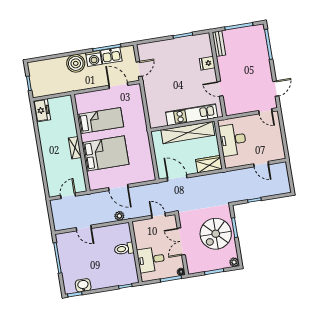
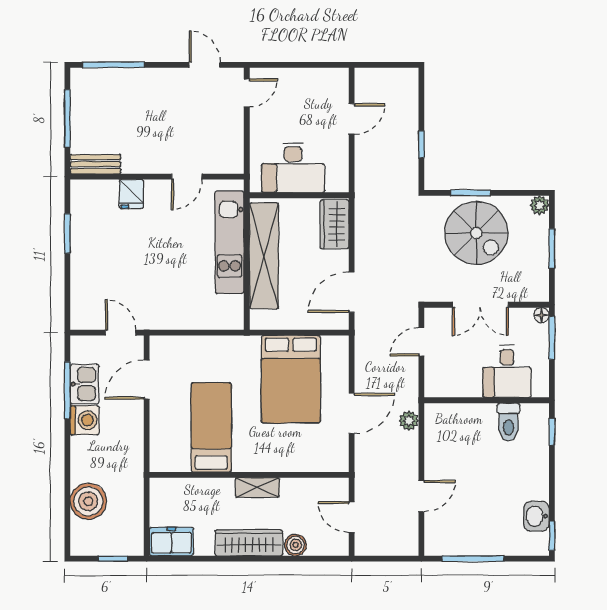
boiler: (76, 63) -> (88, 501), moved
wardrobe: (47, 148) -> (249, 543), added
bed: (105, 153) -> (291, 379), moved, turned 180
boiler: (50, 171) -> (296, 545), added
toilet: (124, 249) -> (508, 422), moved

